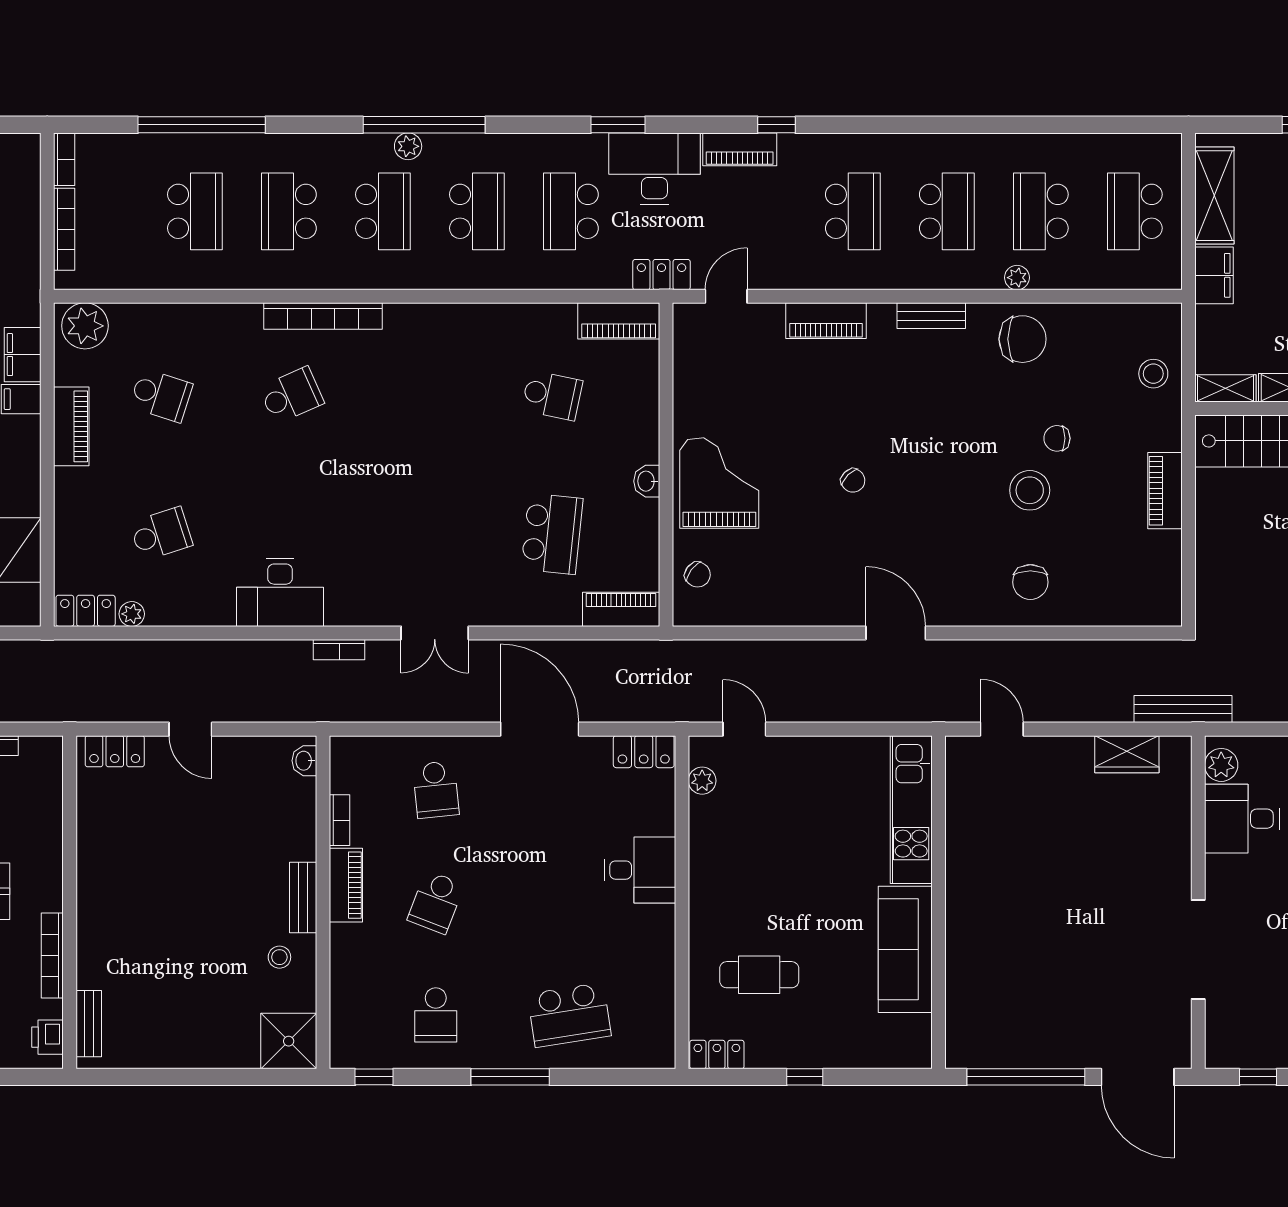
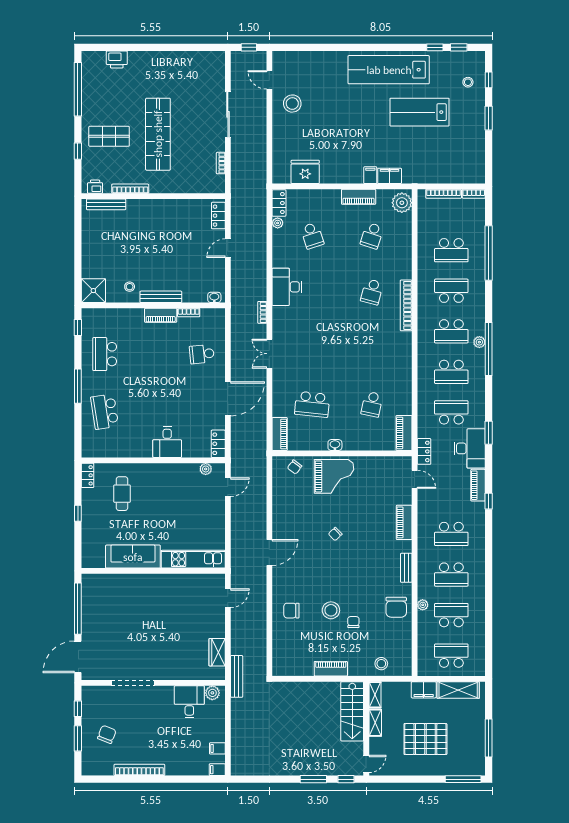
school desk: (291, 395) -> (372, 292), turned 39
bench: (303, 898) -> (161, 297), width x1.36
school desk: (436, 902) -> (153, 354), removed
school desk: (436, 1015) -> (105, 354), width x1.85
bench: (89, 1024) -> (106, 204), width x1.36

